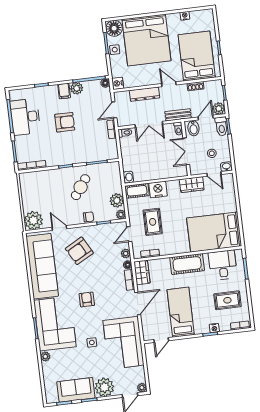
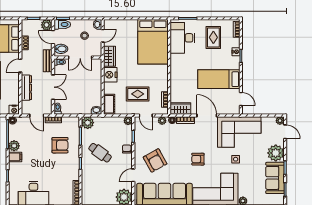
armchair: (65, 122) -> (60, 145), moved, turned 90
nightstand: (158, 190) -> (110, 75), moved
plant: (117, 200) -> (88, 123), moved
cot: (187, 264) -> (178, 69), removed
desk: (223, 265) -> (182, 38), width x1.37

